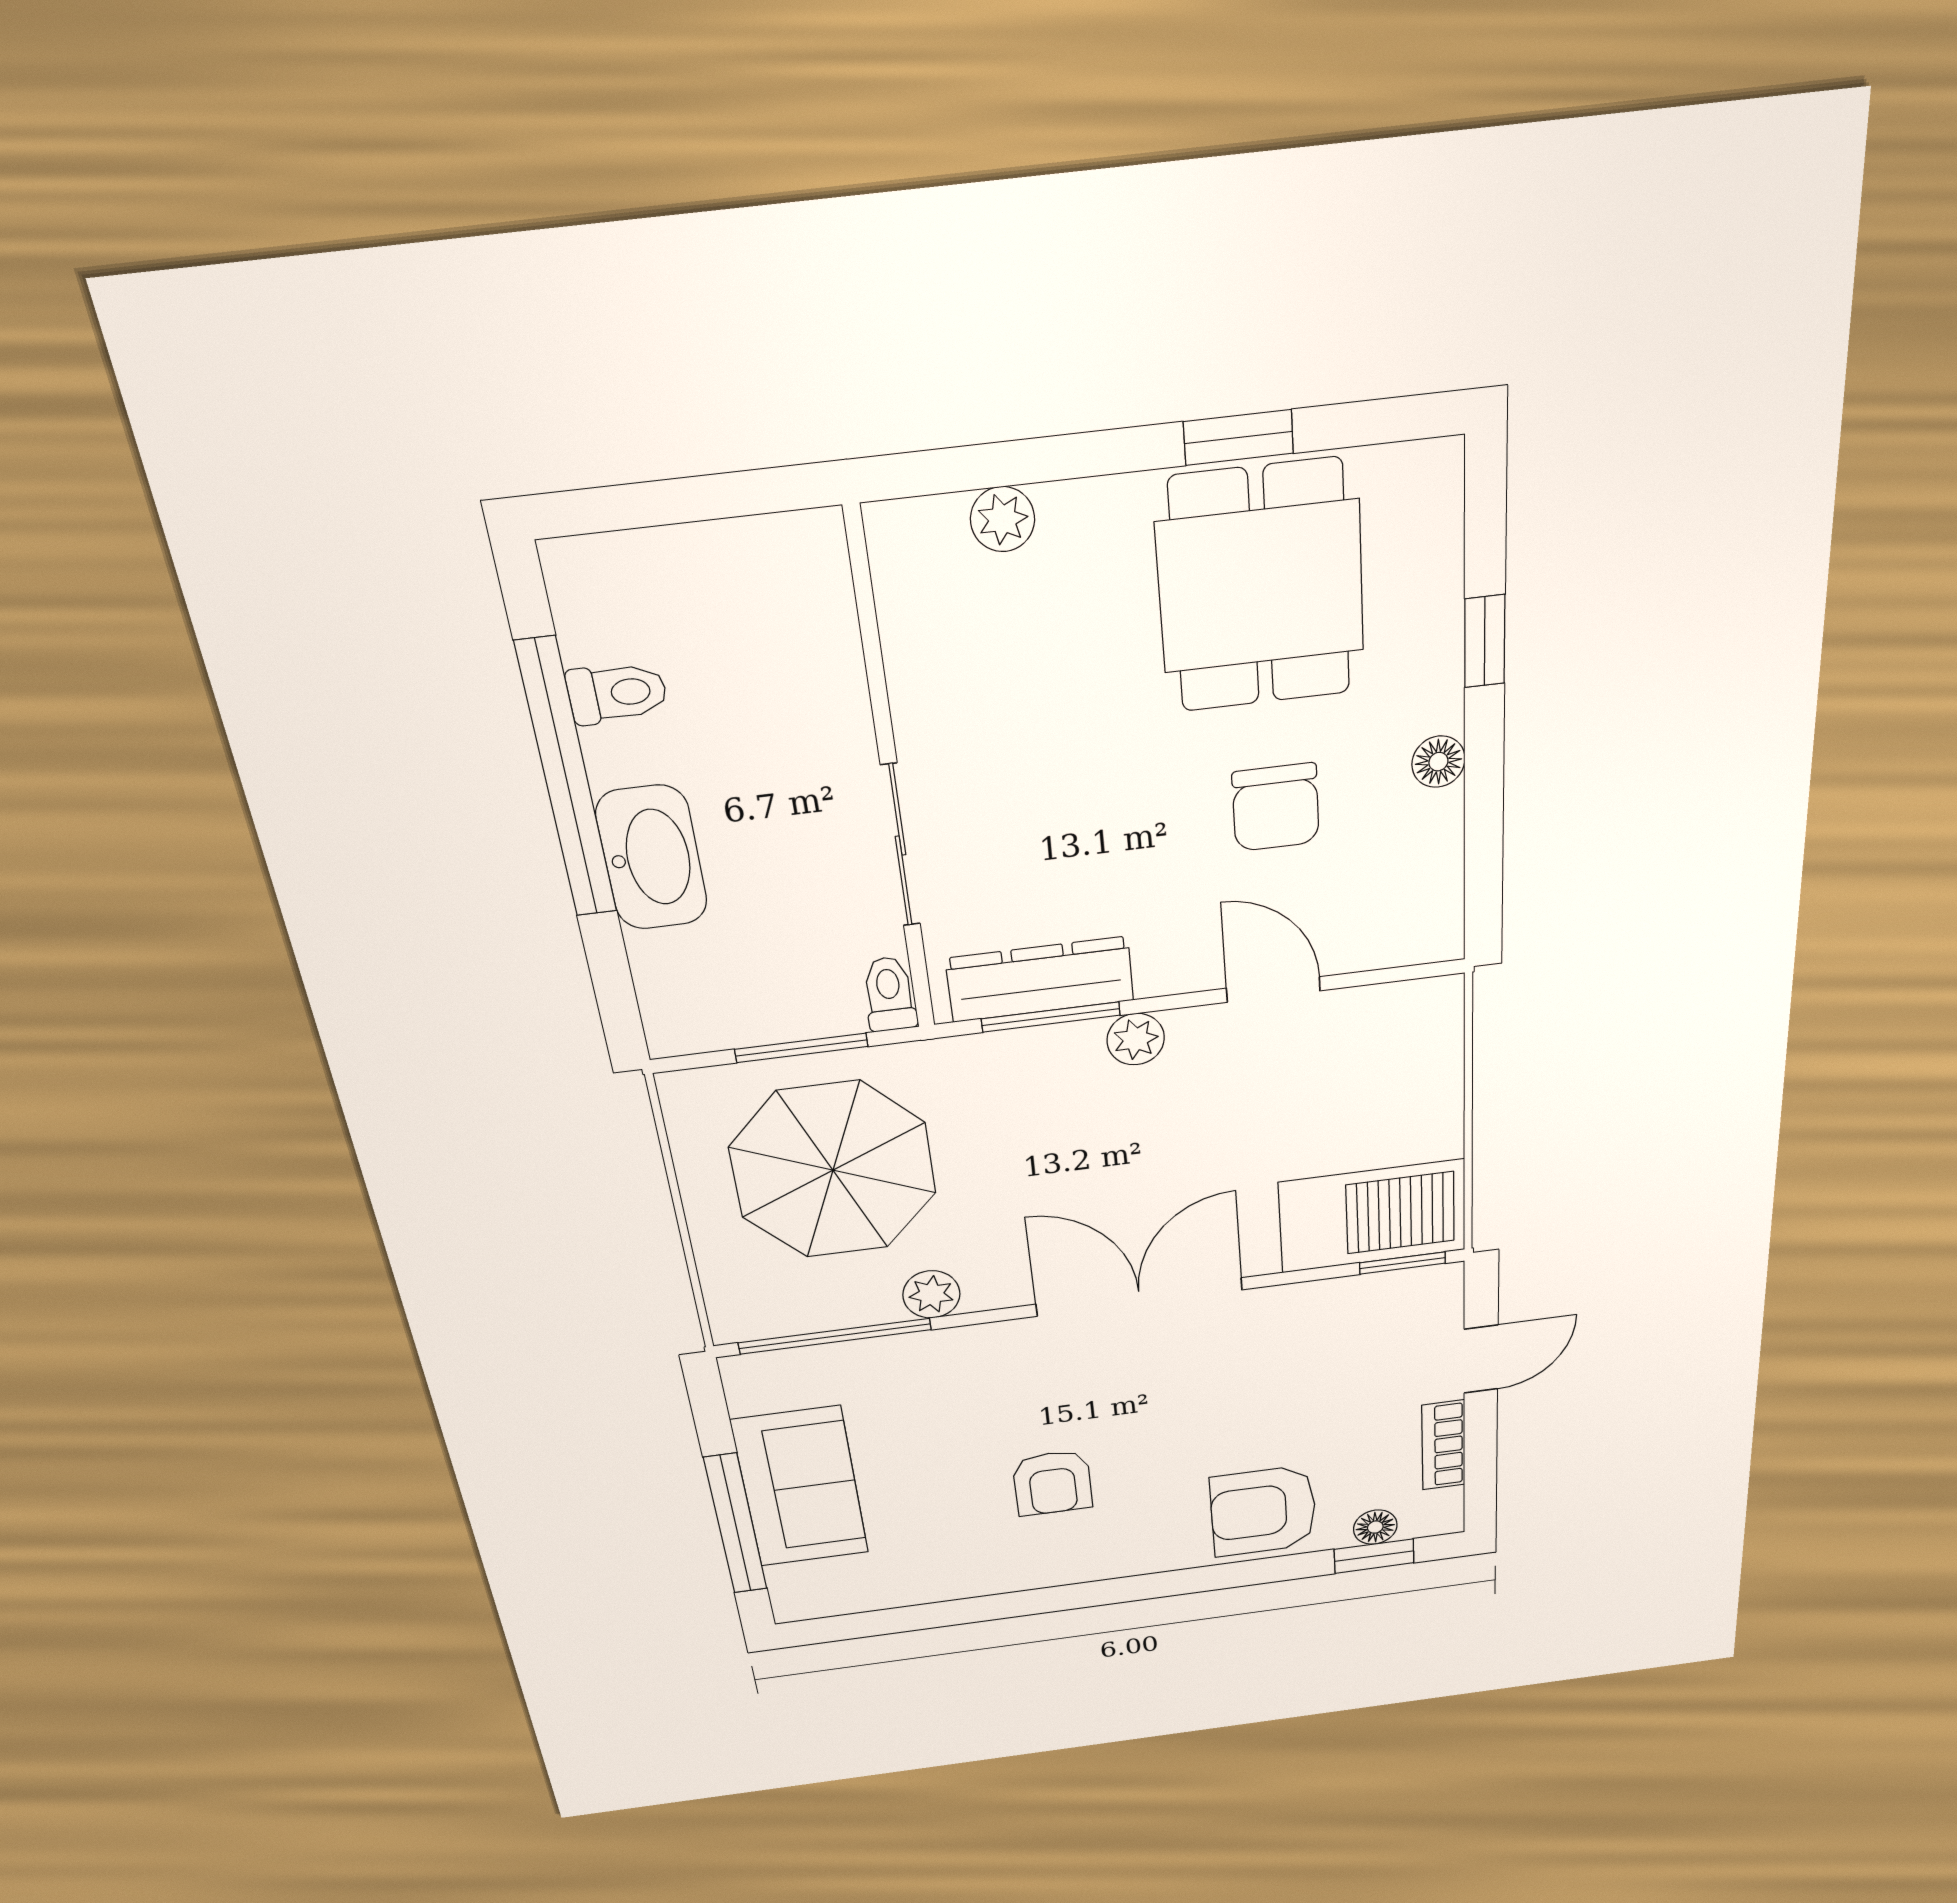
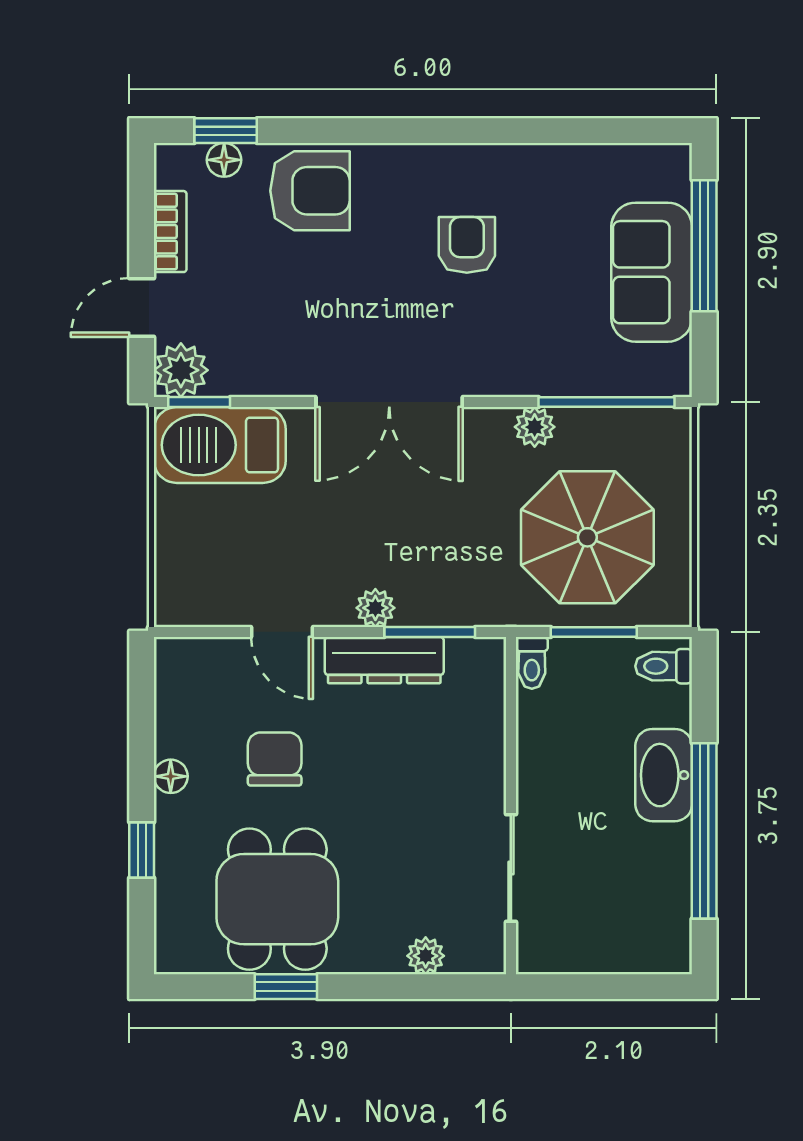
toilet: (617, 693) -> (664, 666), moved
sliding door: (900, 846) -> (511, 868), moved
dresser: (1040, 979) -> (384, 660), moved
plant: (1428, 1296) -> (181, 370), added

